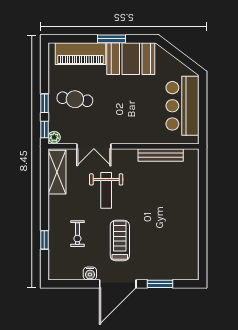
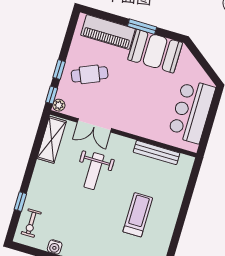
cafe table: (75, 99) -> (90, 74), turned -30
exercise bike: (77, 234) -> (31, 223), moved
treadmill: (120, 241) -> (138, 215), moved

